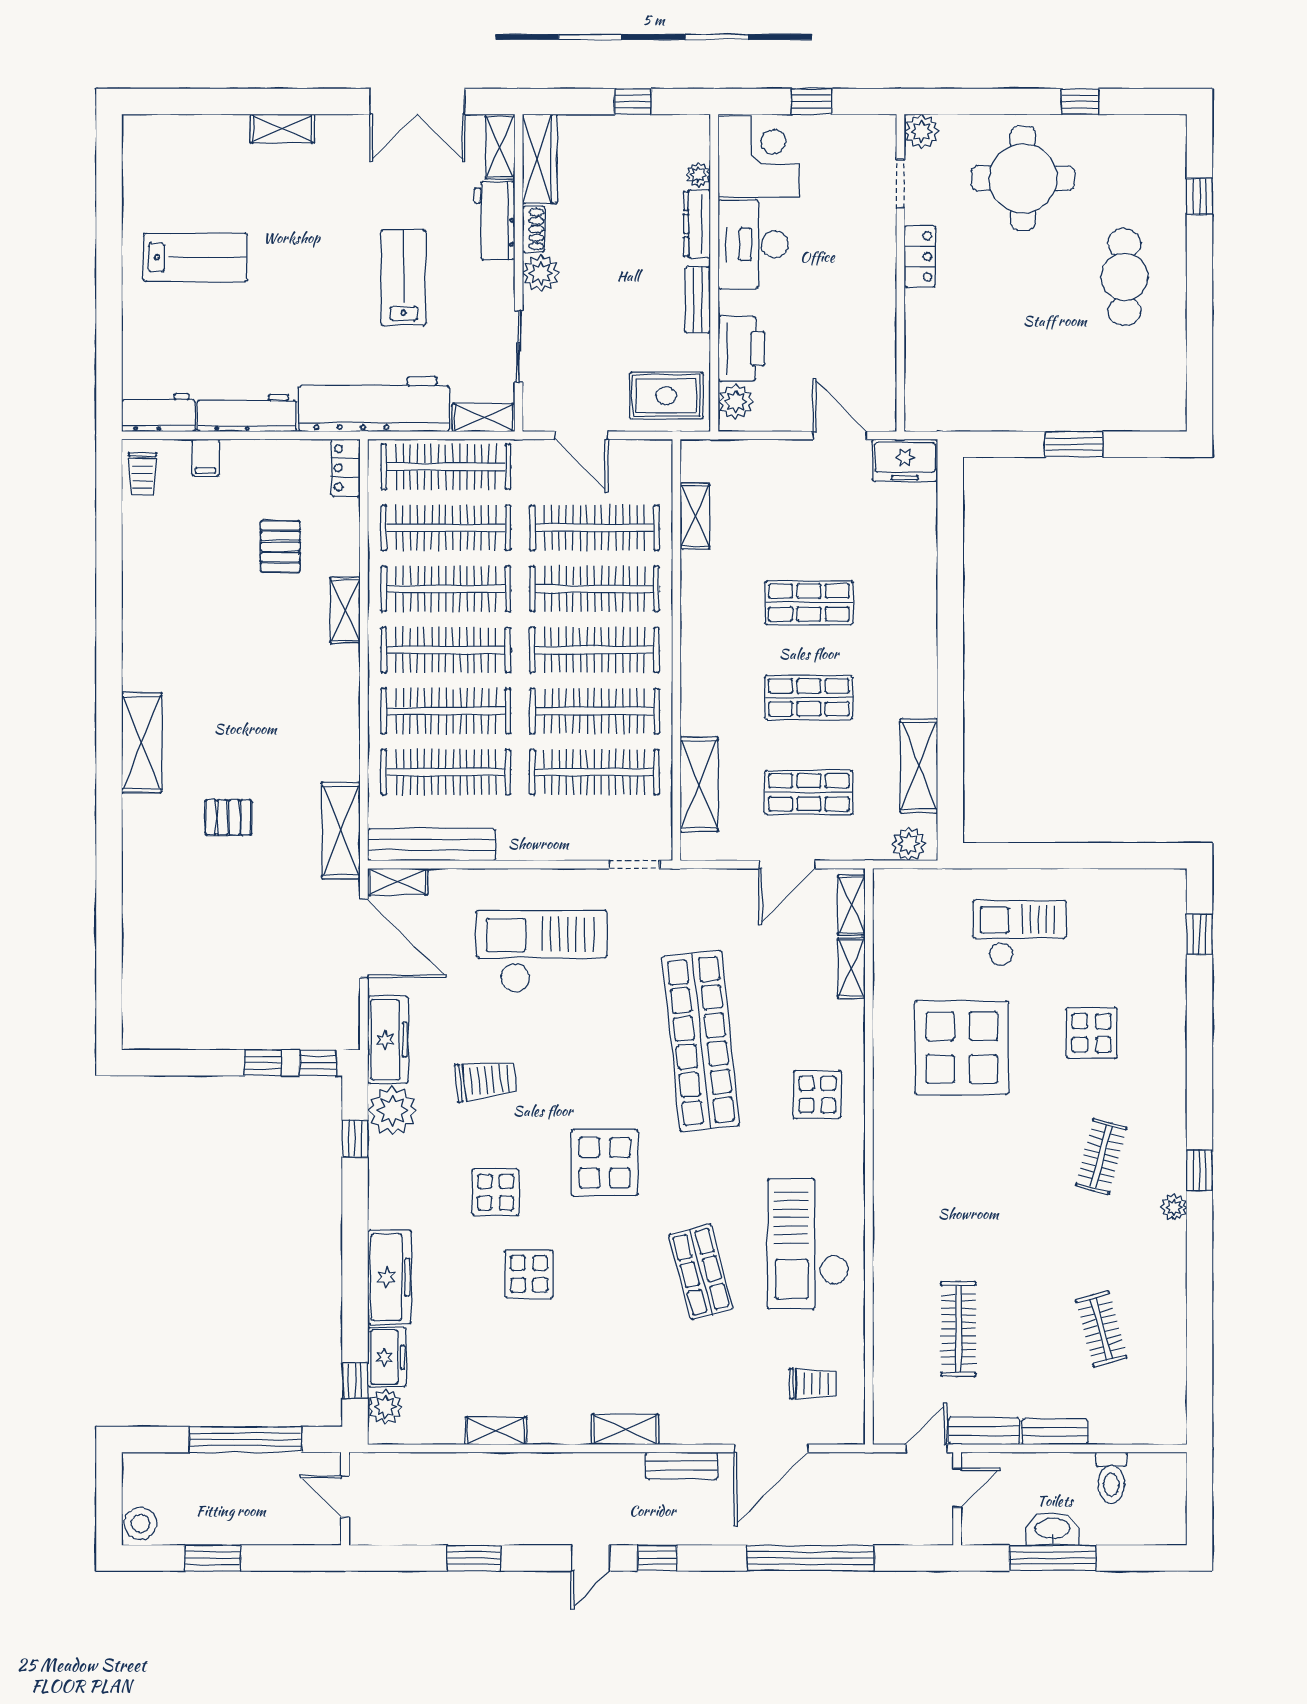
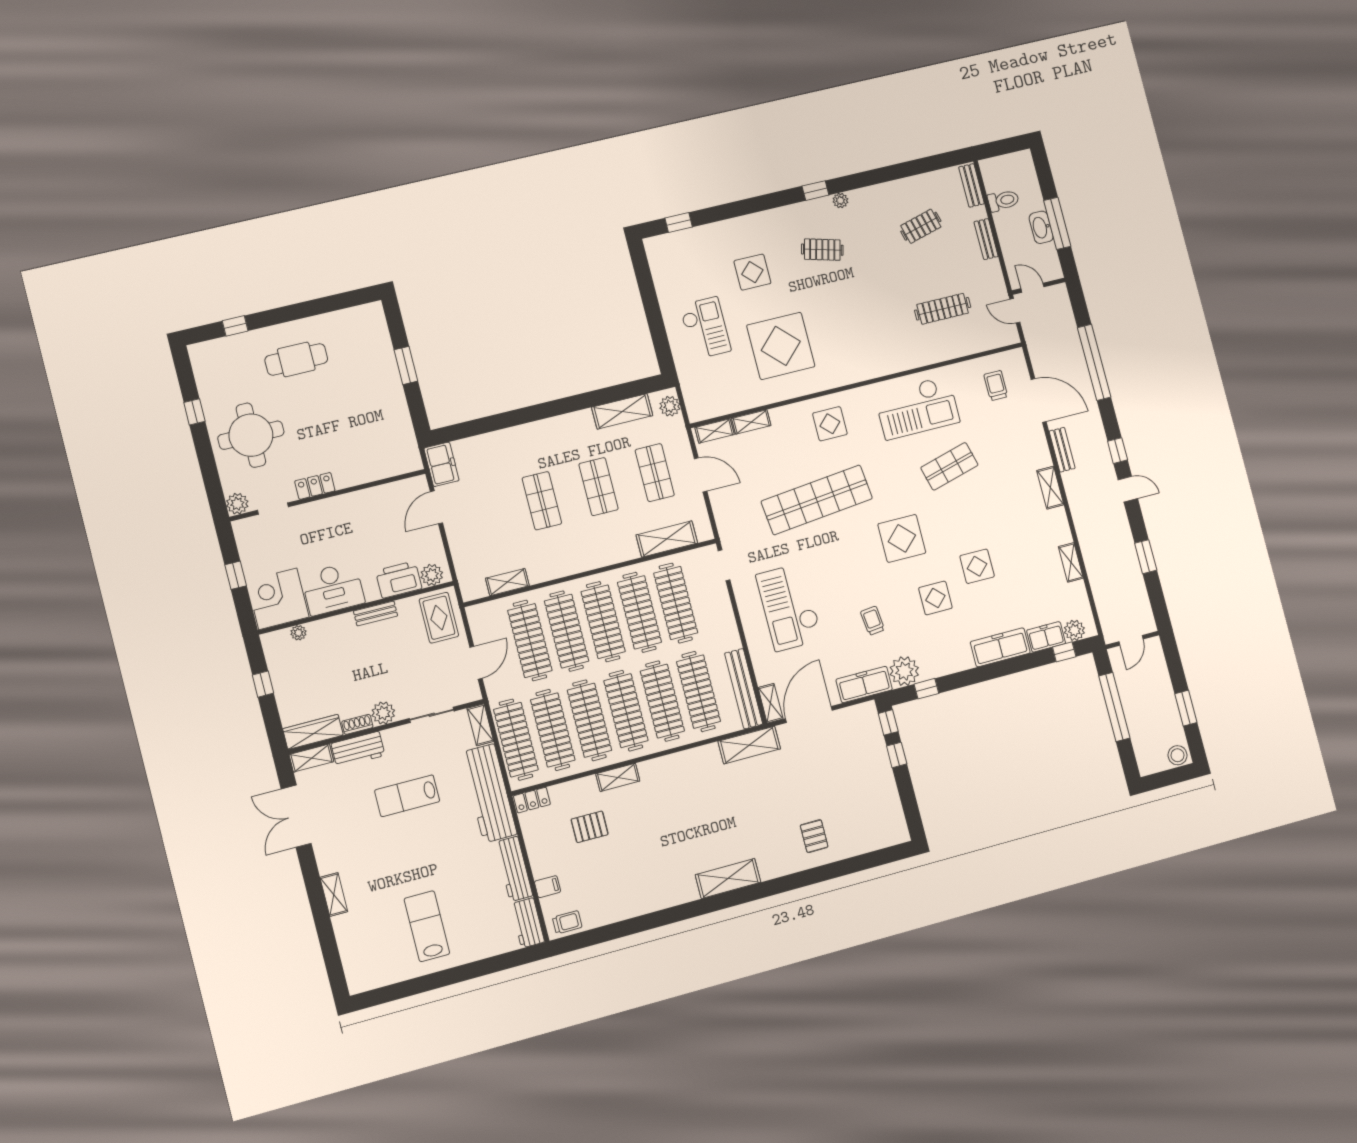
double door: (417, 101) -> (296, 816), swing flipped
dresser: (697, 224) -> (329, 626), removed
pallet: (228, 817) -> (814, 836), moved
checkout: (1020, 933) -> (705, 328), turned 180
trolley: (486, 1080) -> (873, 621), width x0.73, depth x0.72
bench: (984, 1431) -> (971, 185), moved

